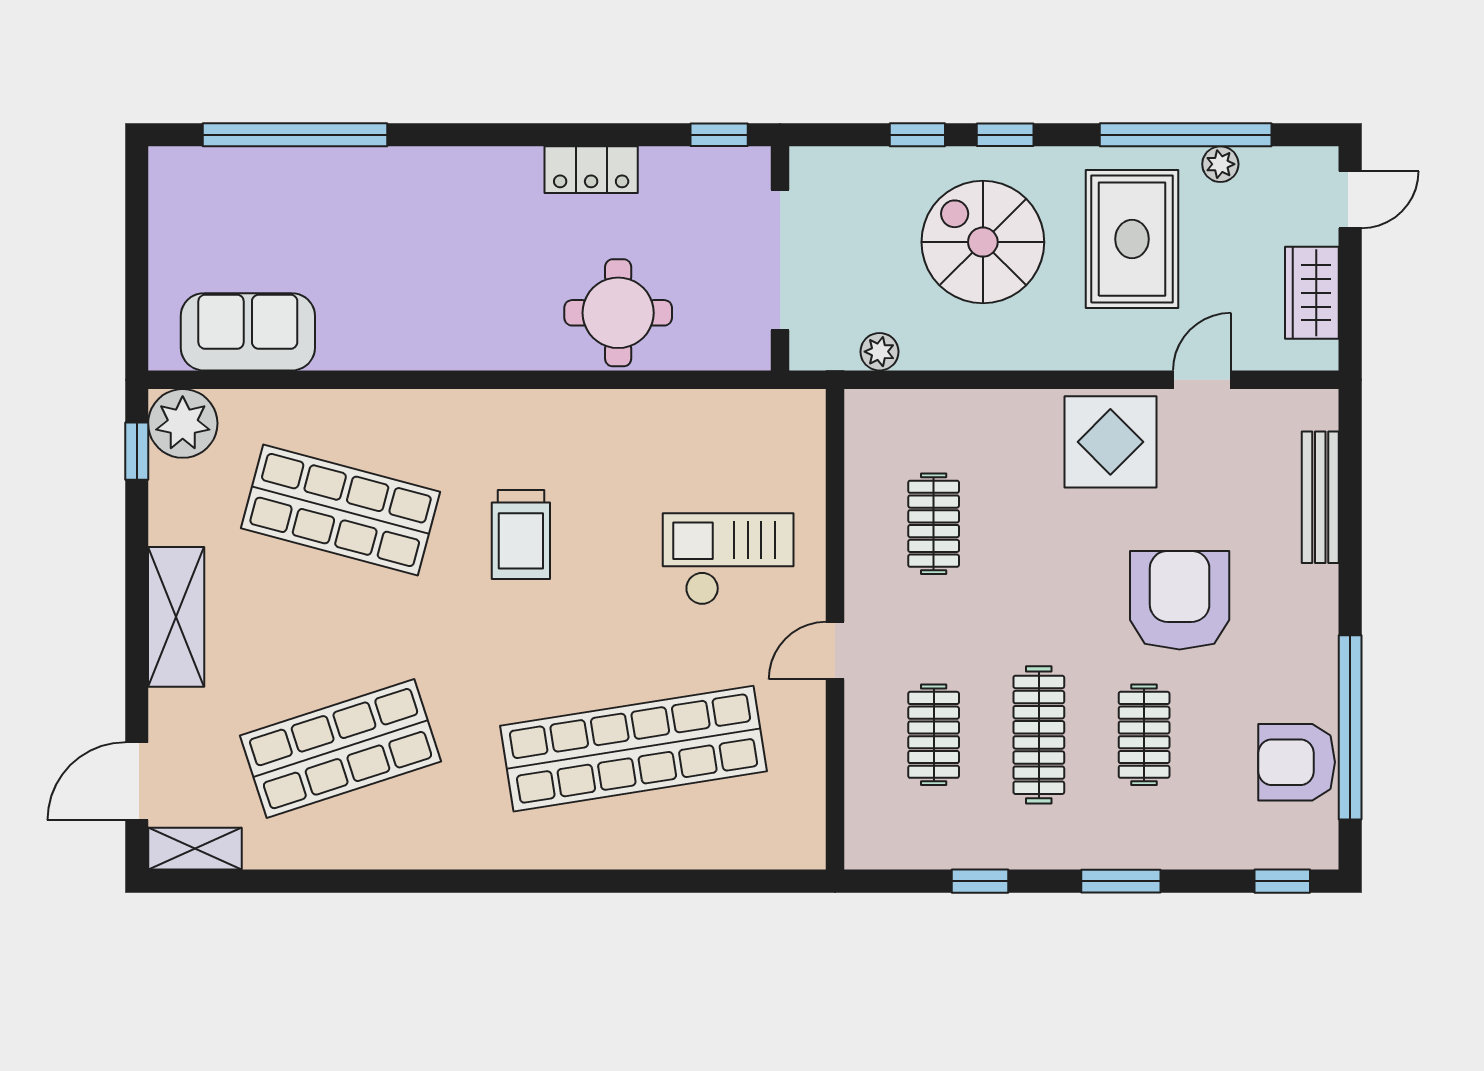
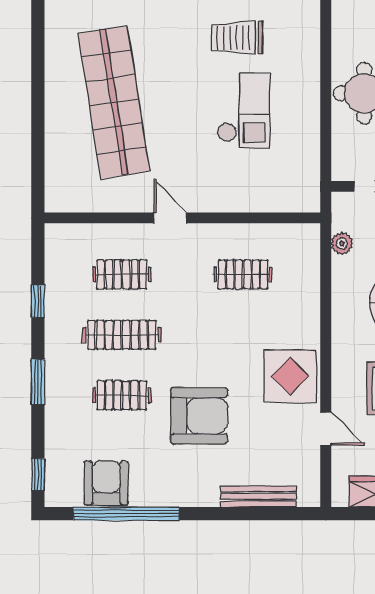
checkout: (728, 559) -> (244, 111), moved

